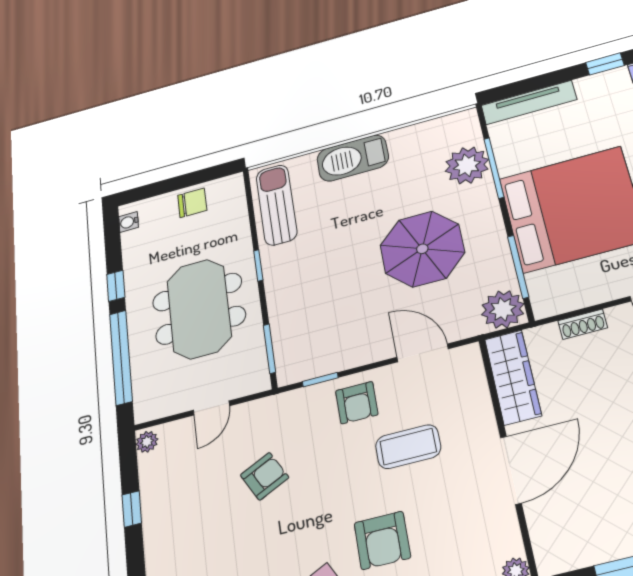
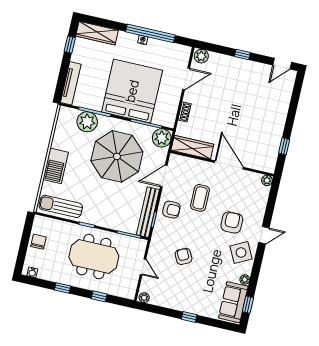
parasol: (422, 249) -> (117, 156), width x1.36, depth x1.36
window: (121, 357) -> (99, 296), width x0.32
bench: (332, 361) -> (148, 212), added
window: (132, 509) -> (189, 317), moved
armchair: (382, 540) -> (232, 222), turned -90

